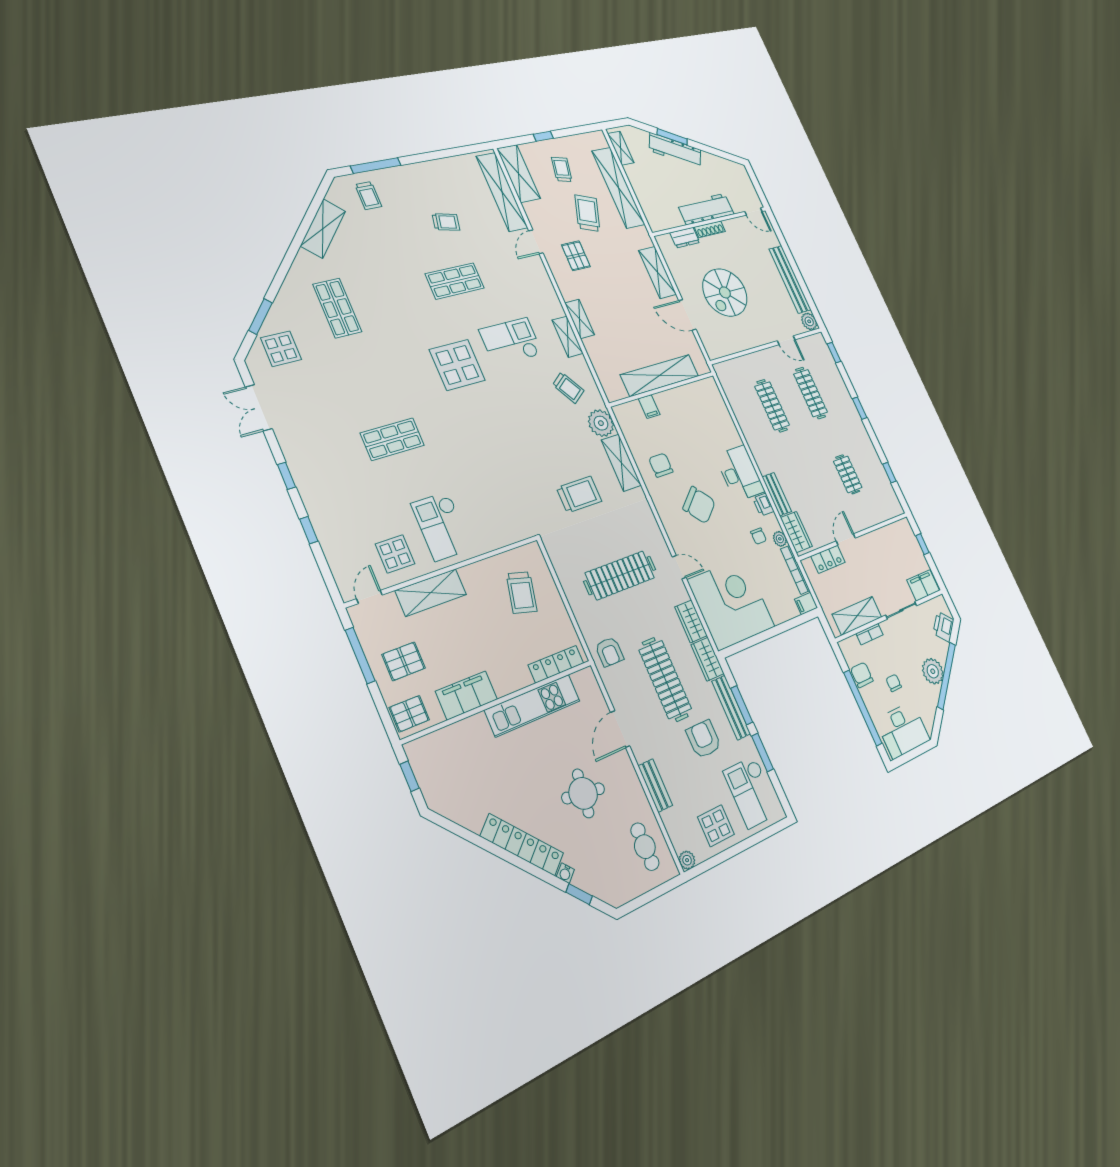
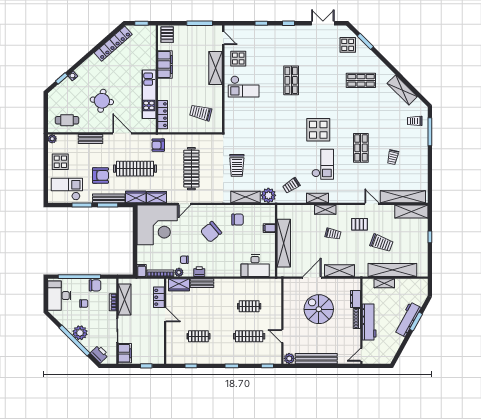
shelving: (621, 148) -> (384, 283), moved
trolley: (562, 169) -> (333, 234), moved
door: (786, 340) -> (282, 336), hinge flipped
clothes rail: (772, 406) -> (249, 306), width x0.73
desk: (740, 473) -> (255, 266), moved
checkout: (442, 526) -> (244, 87), turned 180
pallet: (404, 661) -> (190, 42), removed
locker: (522, 845) -> (113, 44), moved

